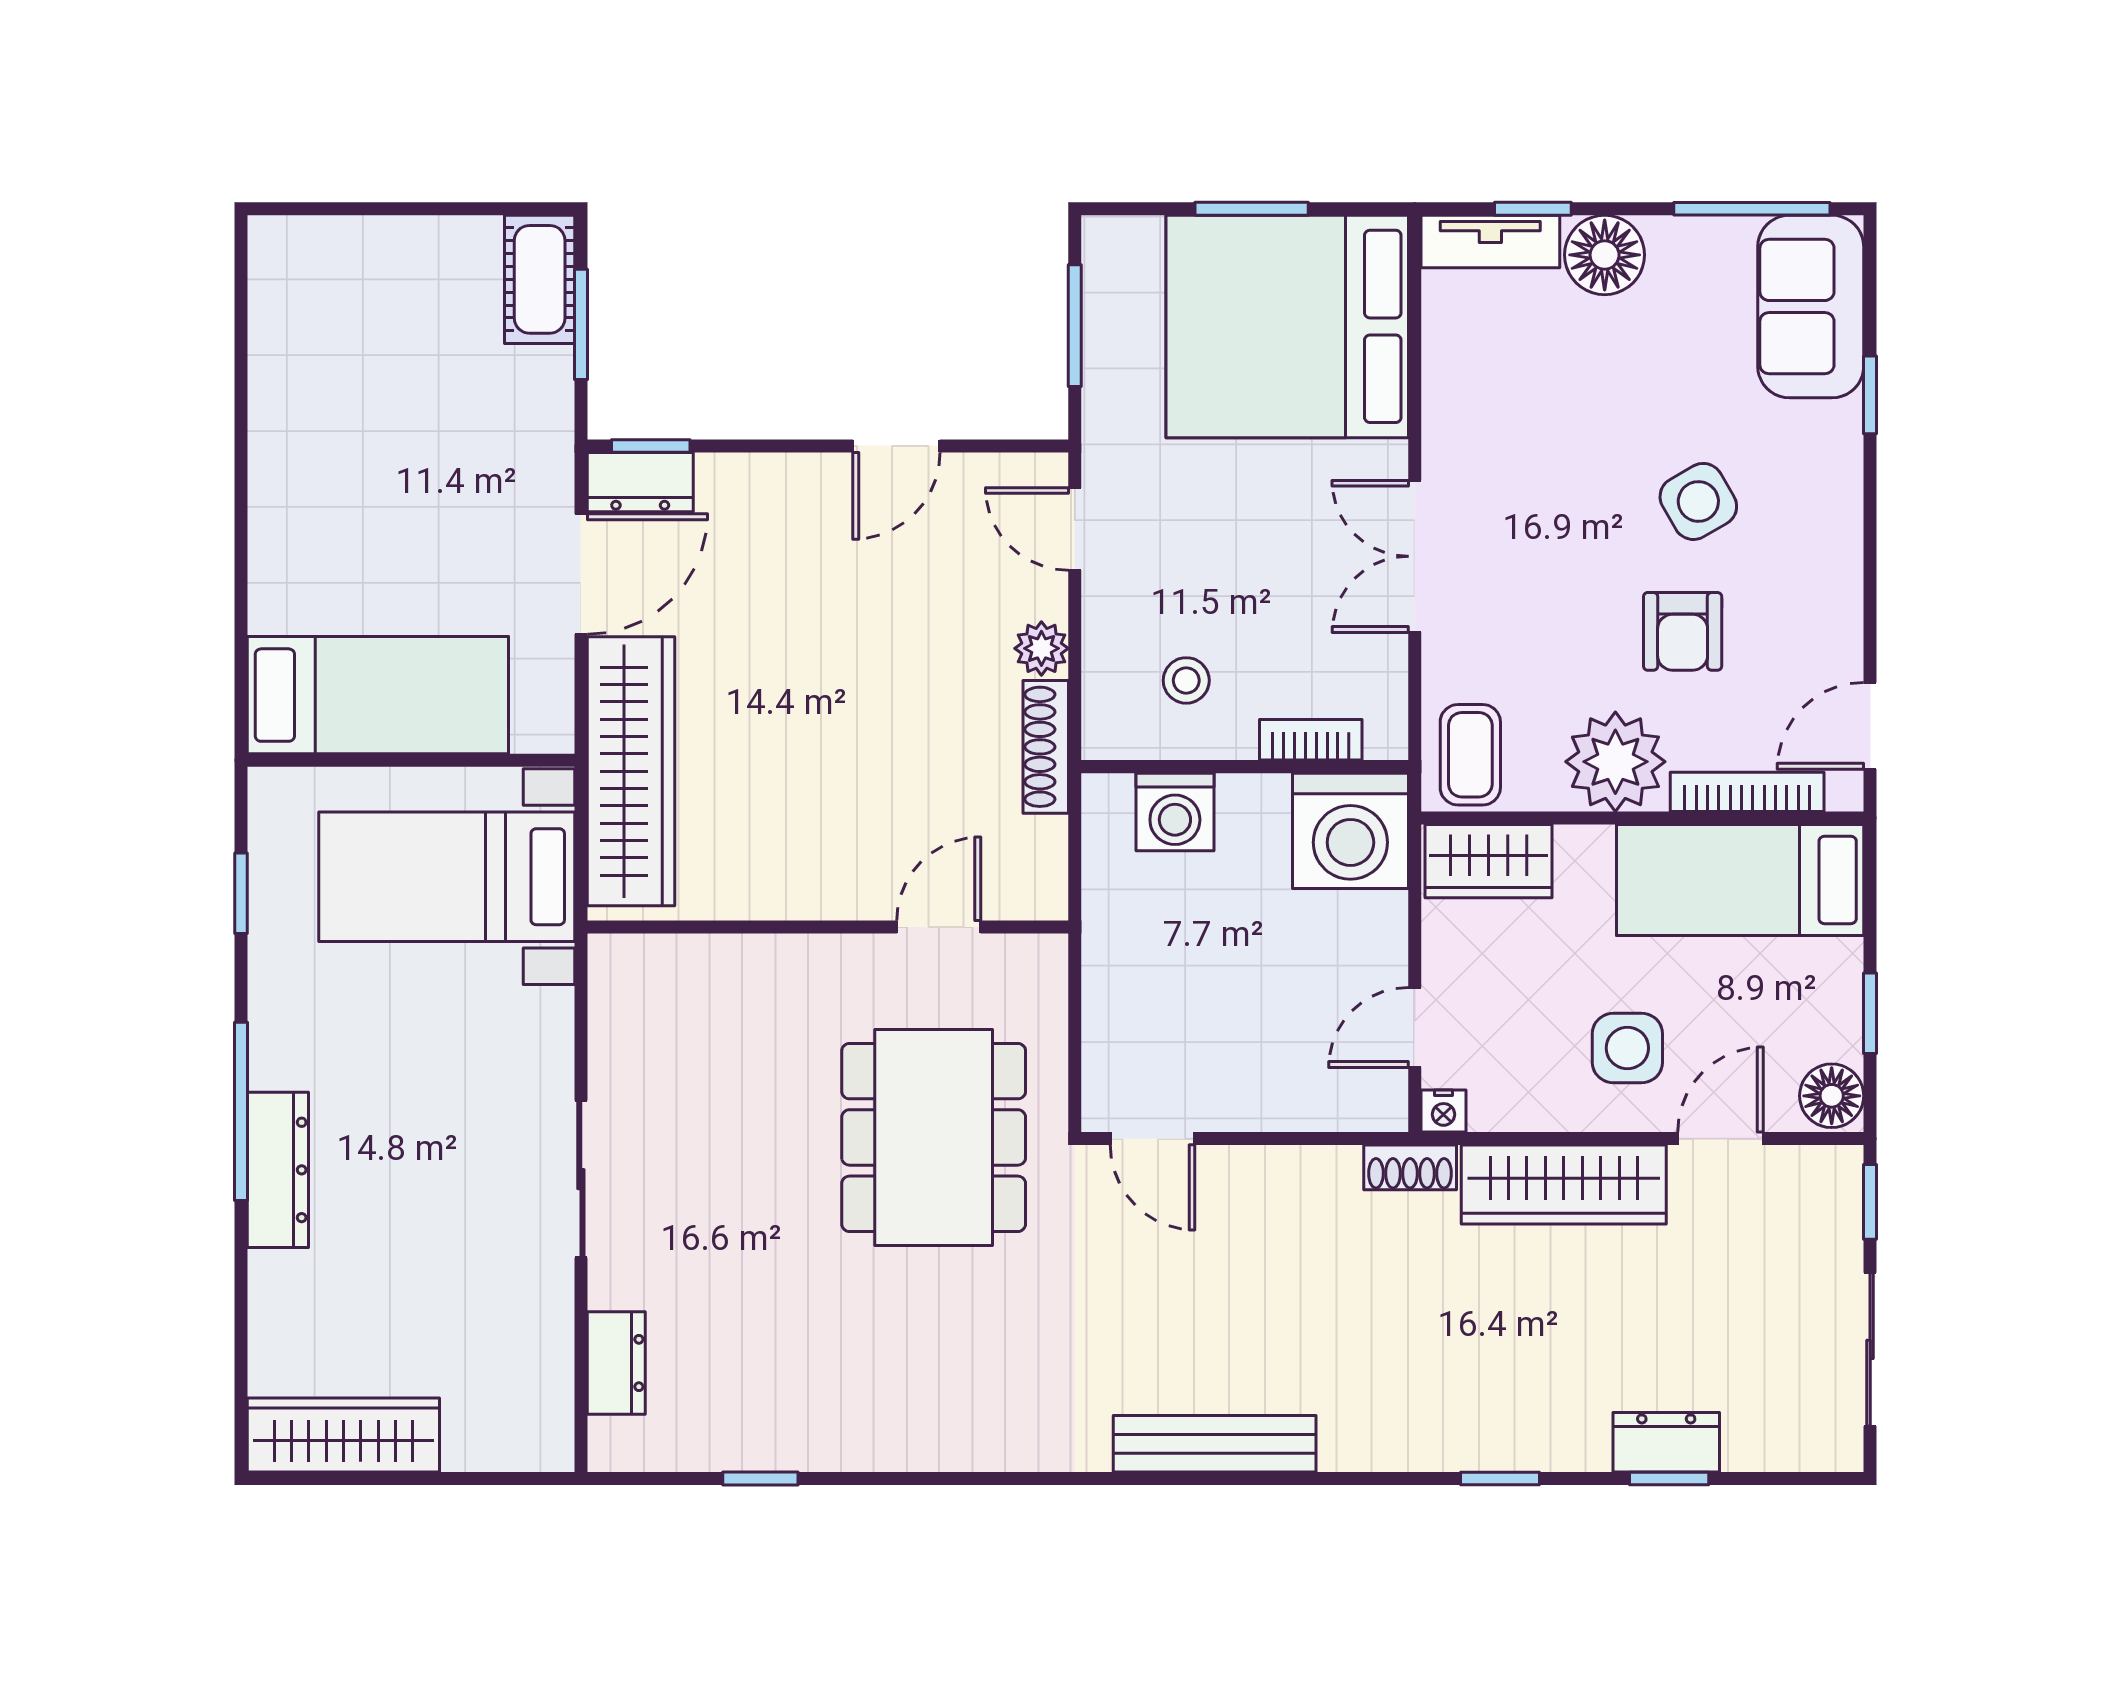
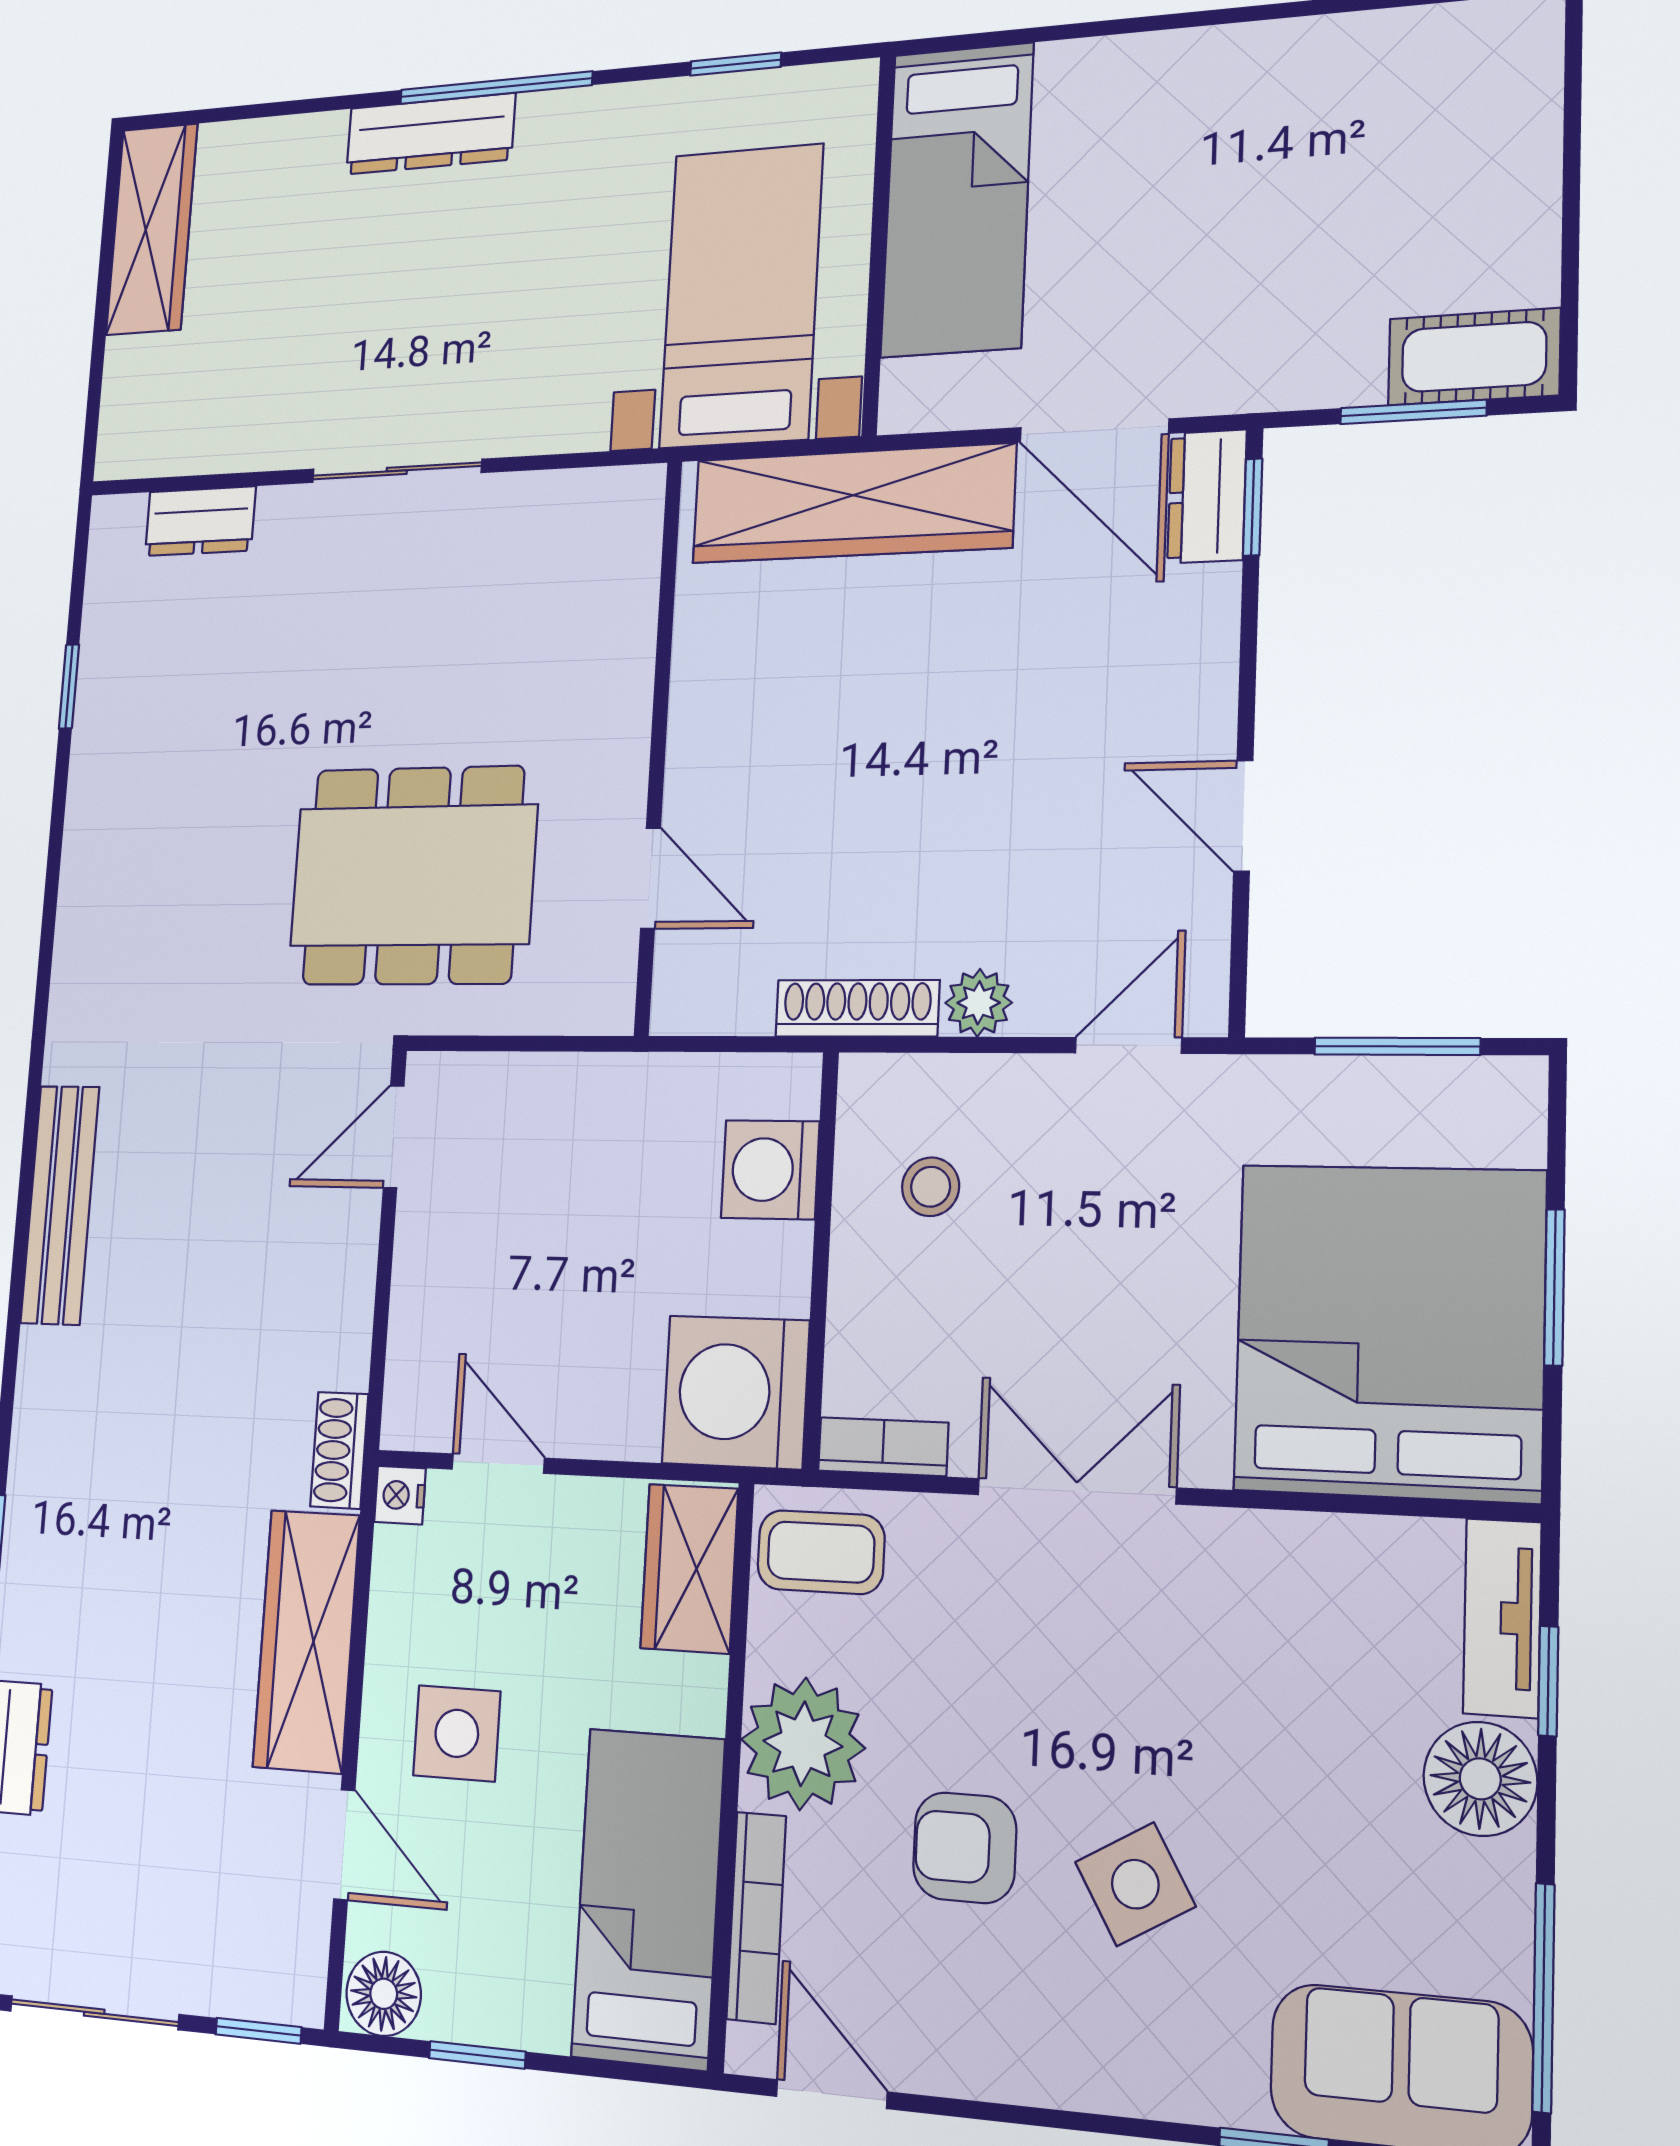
bookcase: (1311, 740) -> (883, 1447), moved, turned -90

